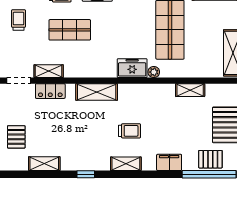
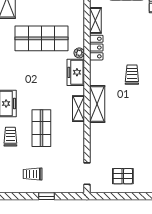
shelving: (49, 71) -> (78, 109), moved
locker: (50, 91) -> (96, 48), moved
pallet: (16, 137) -> (123, 176), moved

